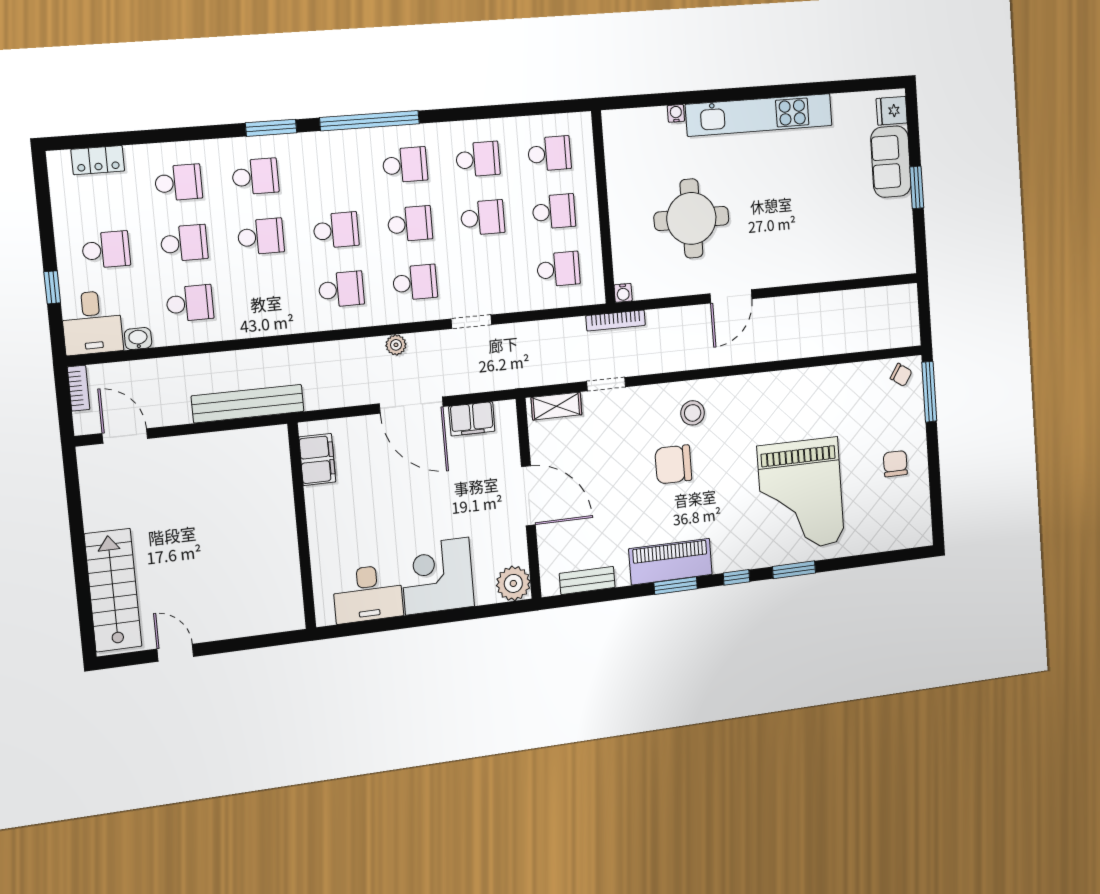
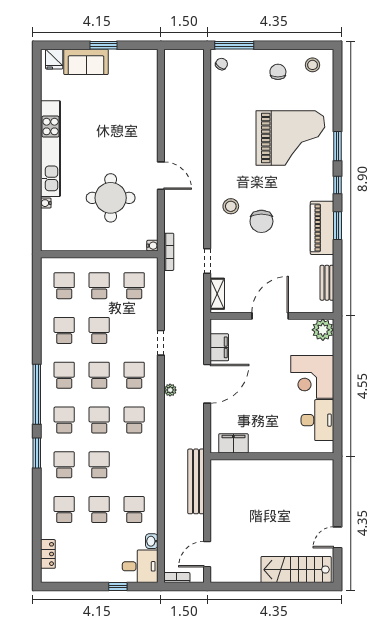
school desk: (106, 250) -> (64, 420), moved
chair: (895, 464) -> (278, 72), turned 90
stool: (909, 516) -> (313, 65), added

